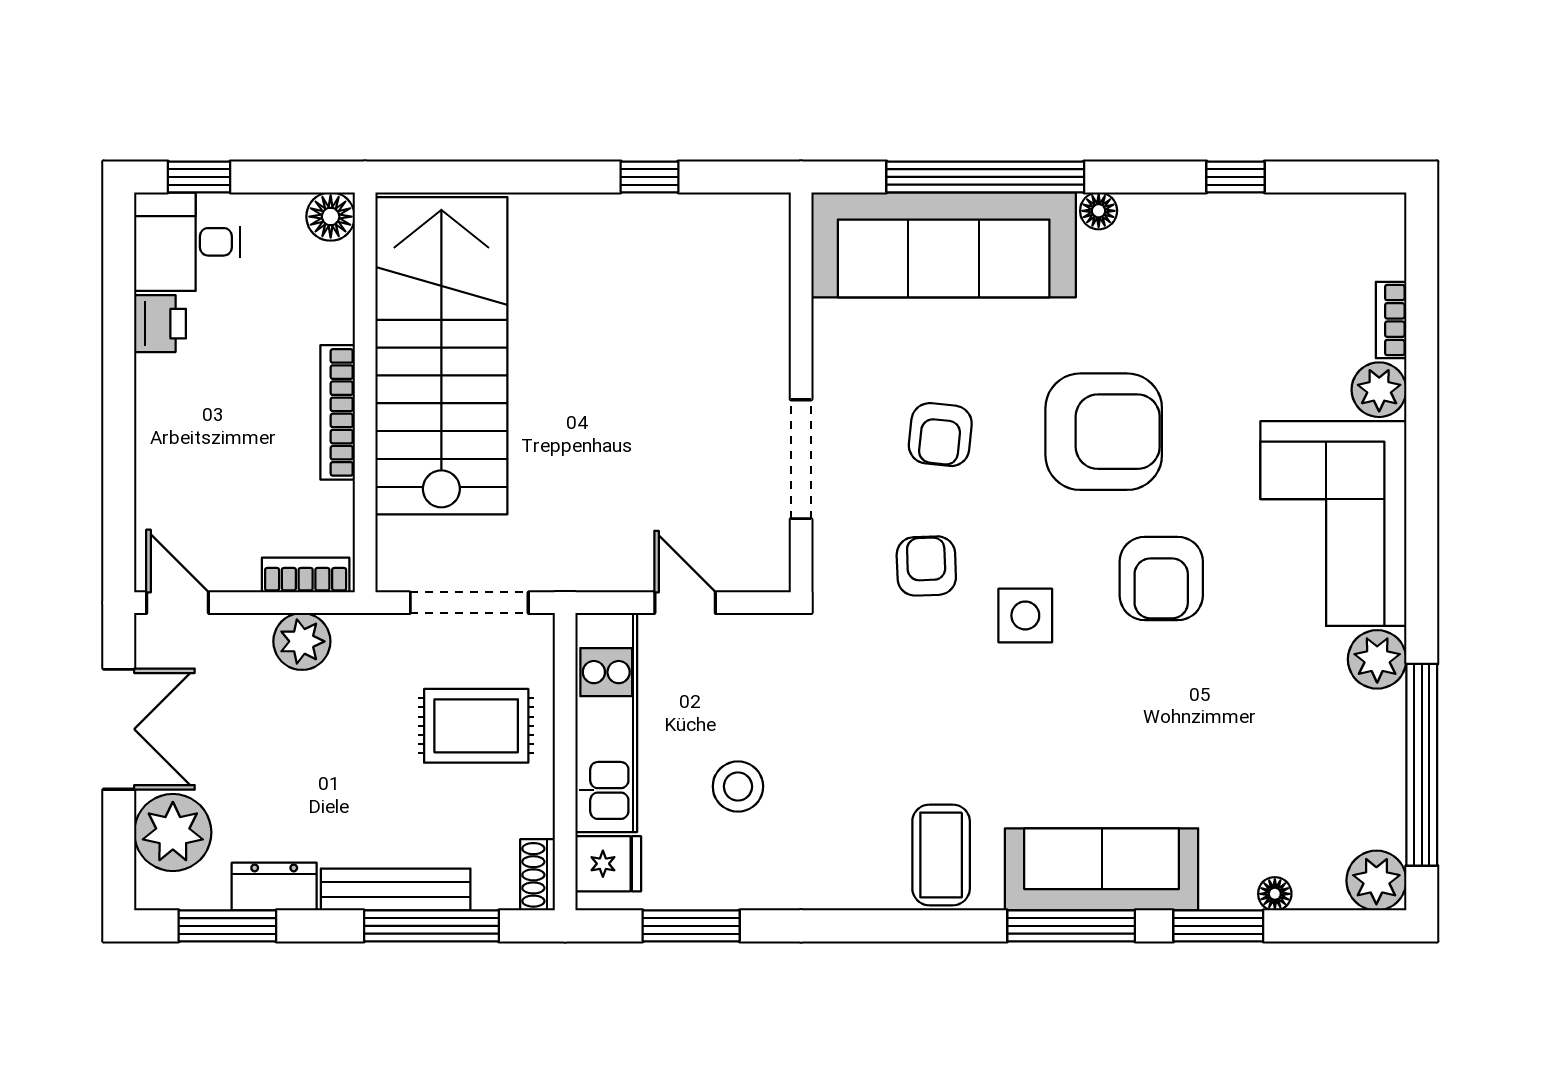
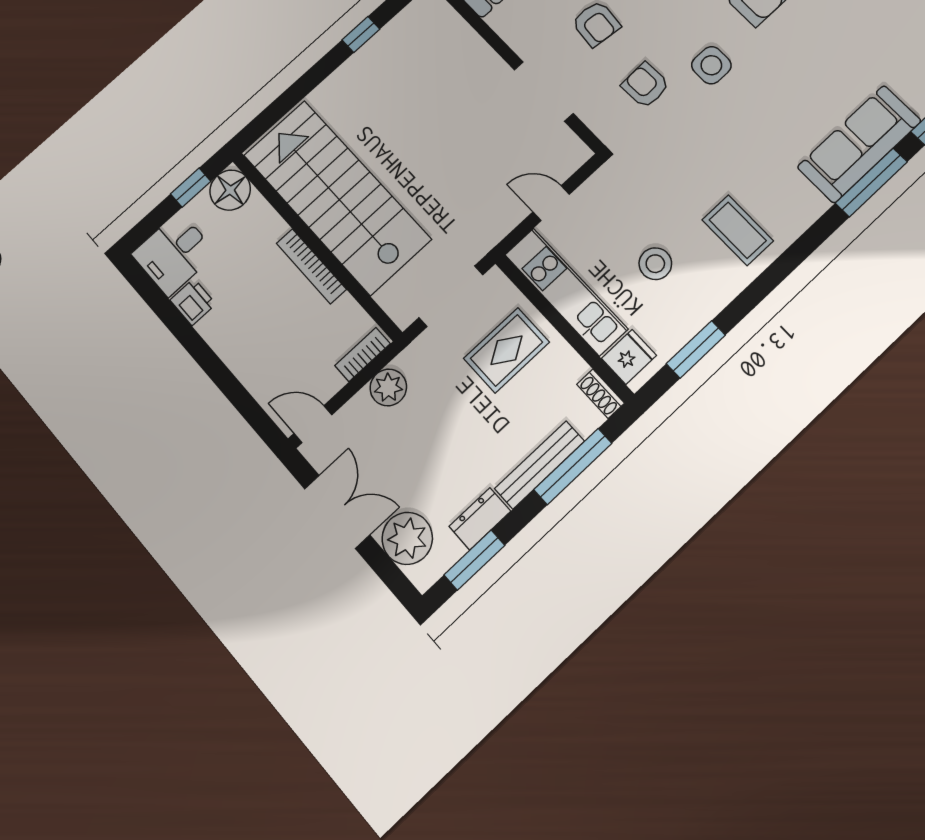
window: (199, 177) -> (191, 188), moved
floor lamp: (331, 217) -> (230, 190), width x1.38, depth x1.38
coffee table: (941, 855) -> (738, 230), moved

